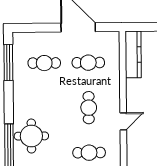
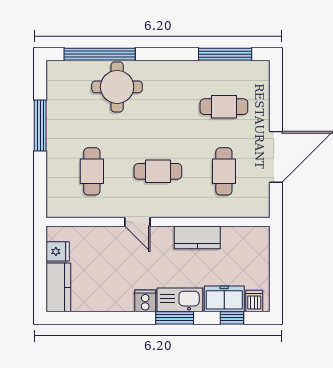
kitchen counter: (133, 54) -> (197, 237), moved, width x0.67
cafe table: (44, 63) -> (224, 107), turned 90

